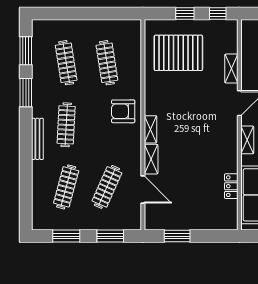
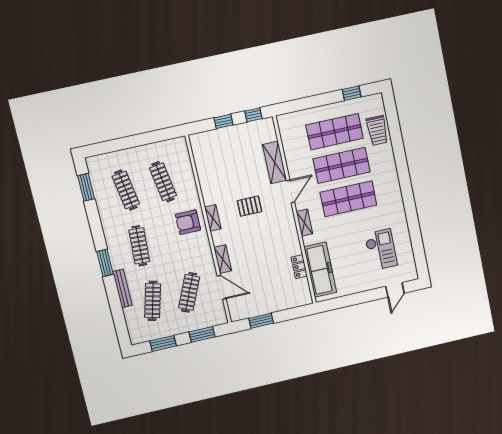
pallet: (178, 53) -> (249, 206), moved, width x0.49, depth x0.50
shelving: (231, 69) -> (275, 163), width x1.50, depth x1.33
window: (26, 93) -> (105, 263), moved
shelving: (151, 129) -> (213, 218), moved
bench: (37, 139) -> (122, 288), moved

